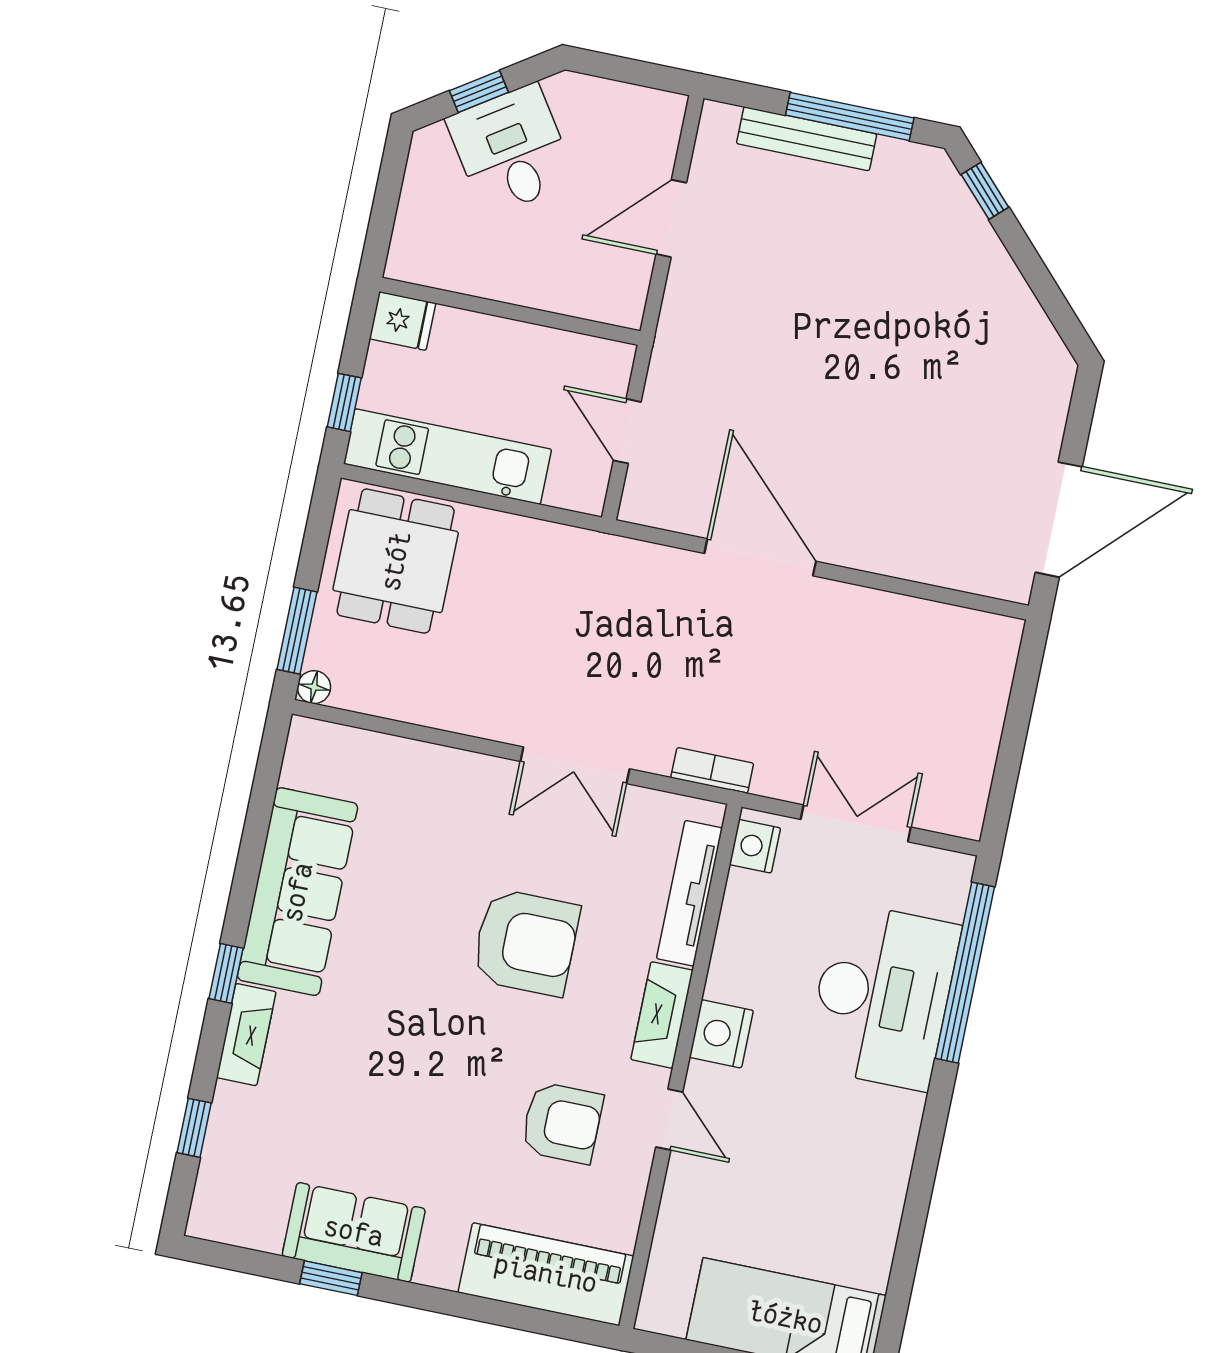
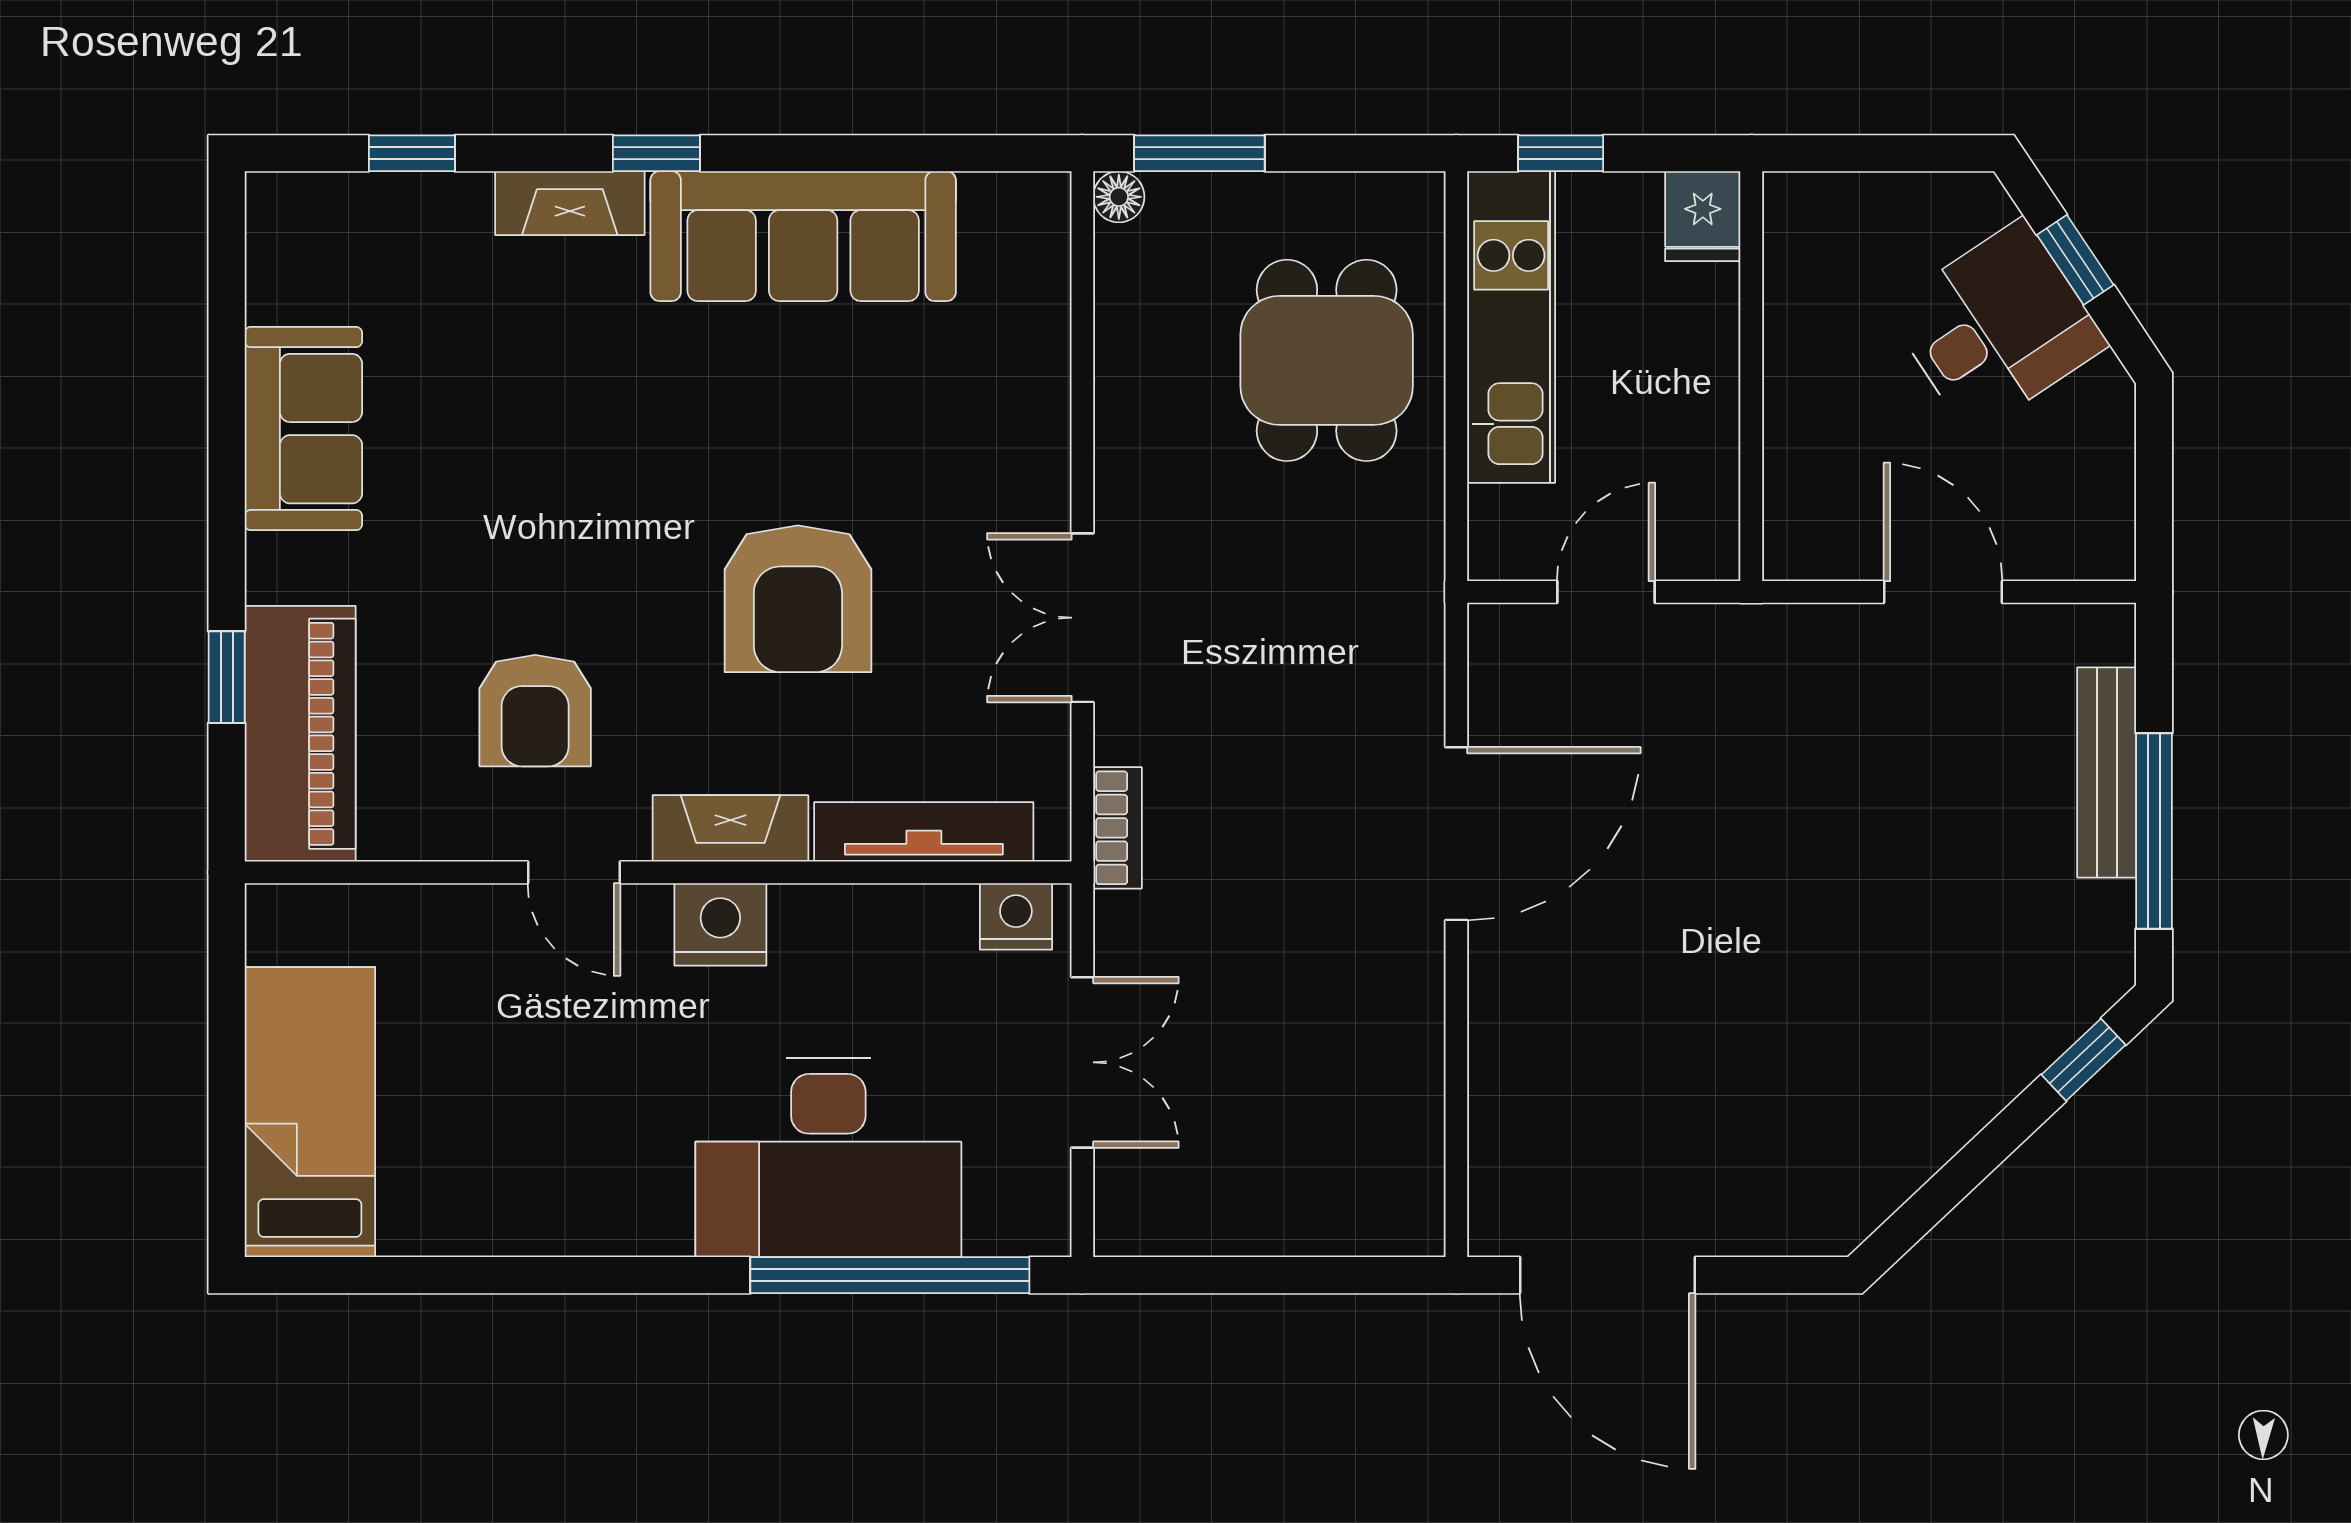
dining table: (396, 561) -> (1327, 360), moved, turned 90
door: (669, 1120) -> (574, 872), hinge flipped
window: (331, 1278) -> (227, 677), moved

